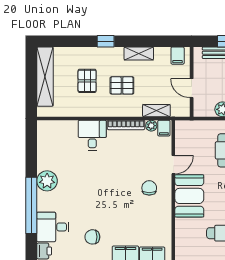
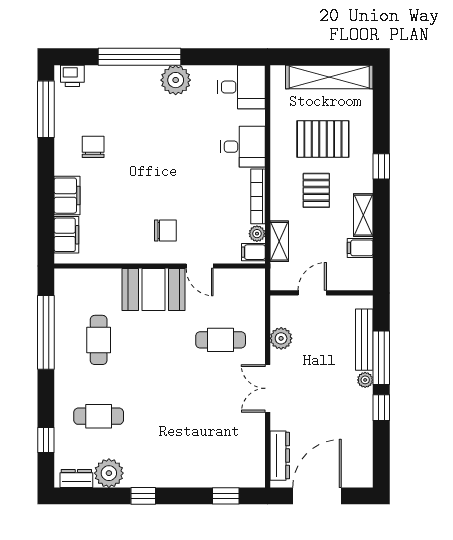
filing cabinet: (178, 56) -> (360, 248), moved
pallet: (87, 81) -> (323, 139), width x1.50, depth x1.42
desk: (53, 227) -> (241, 87), moved, turned 90

